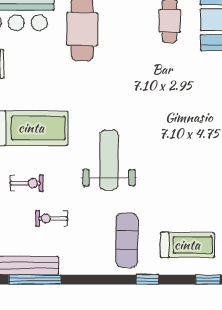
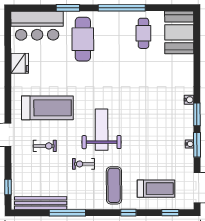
exercise bike: (52, 218) -> (83, 164), moved
window: (35, 280) -> (67, 213), moved

